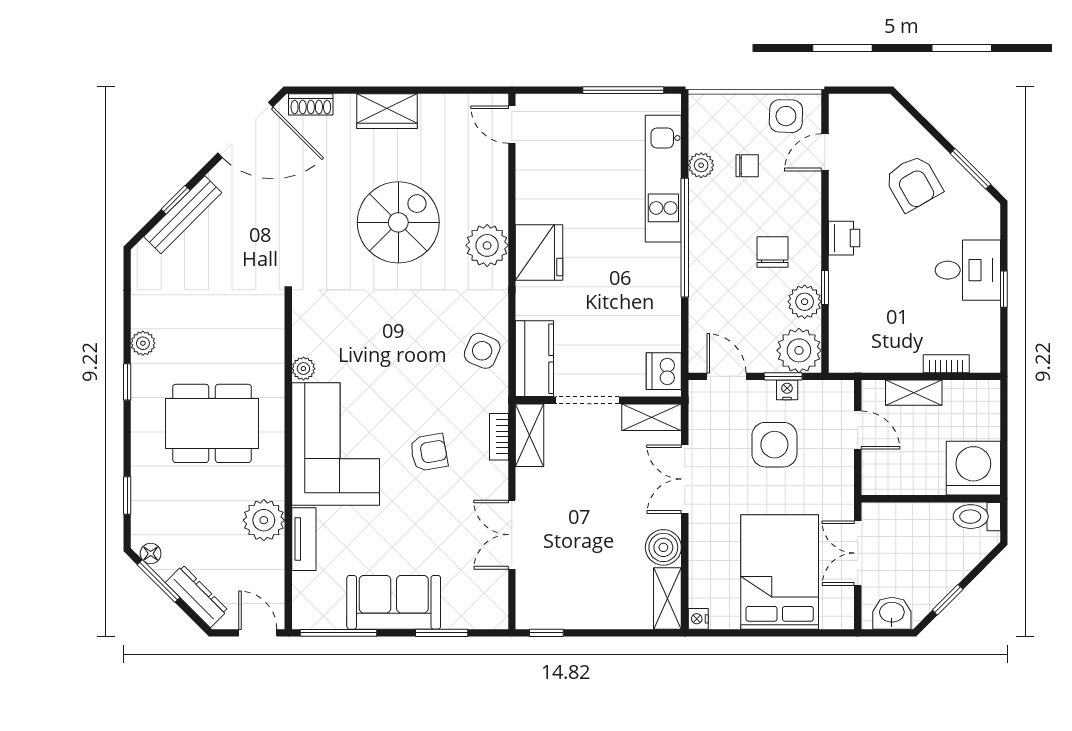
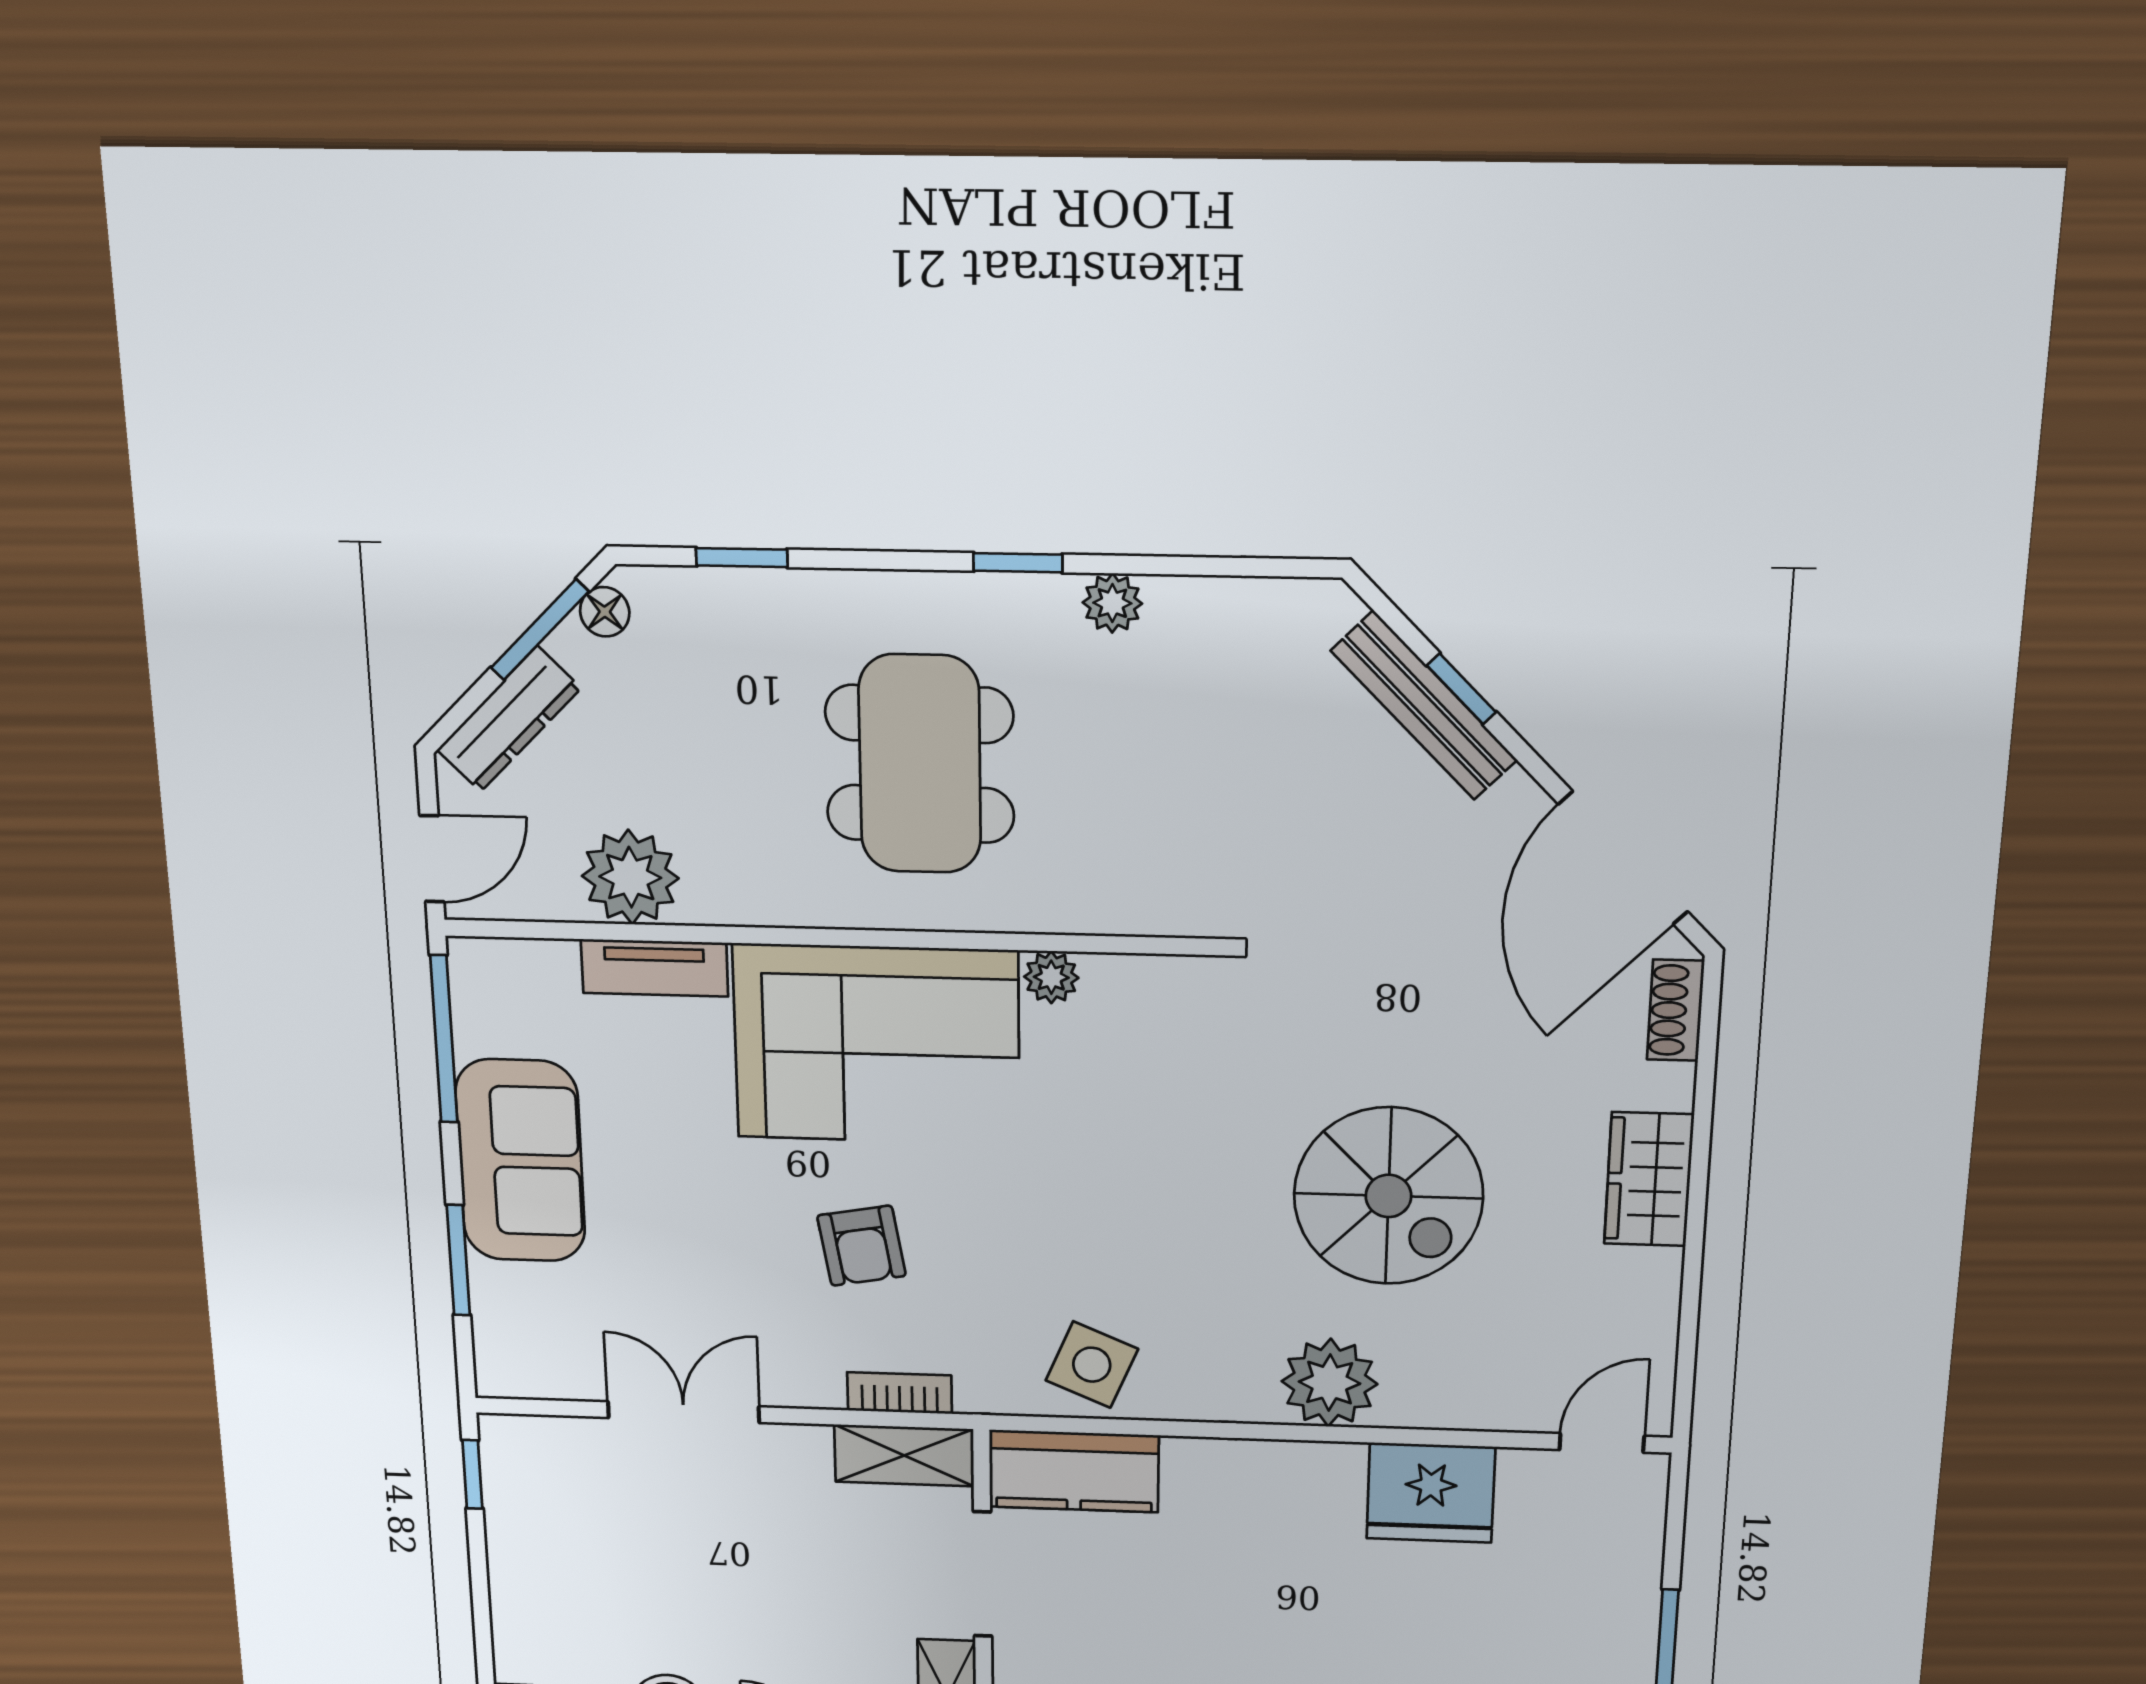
fridge: (539, 252) -> (1431, 1493), moved
plant: (264, 520) -> (630, 877), moved

